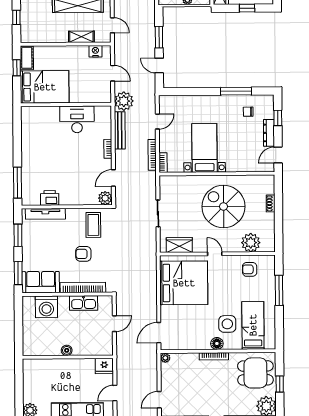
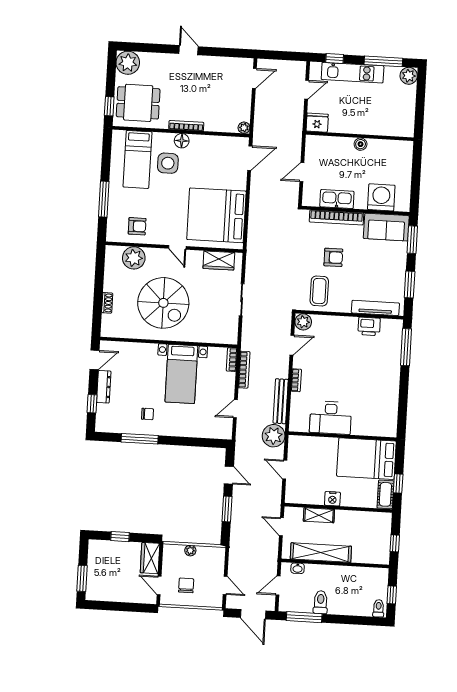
nightstand: (95, 51) -> (332, 499), moved
chair: (248, 112) -> (147, 414), moved
window: (280, 384) -> (109, 106), moved

